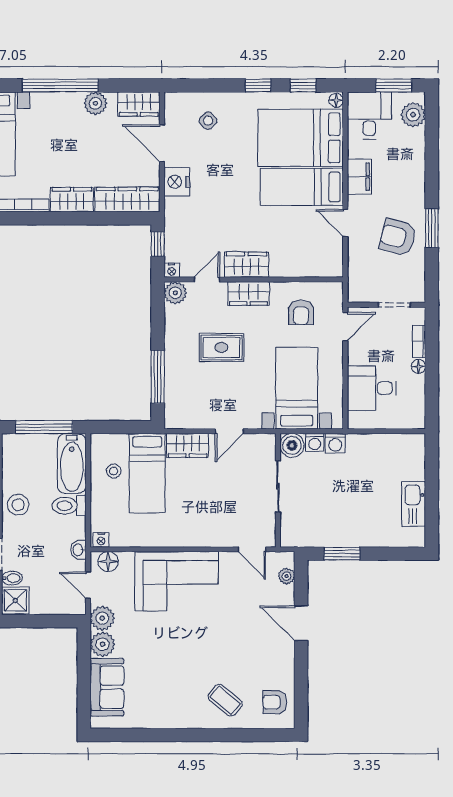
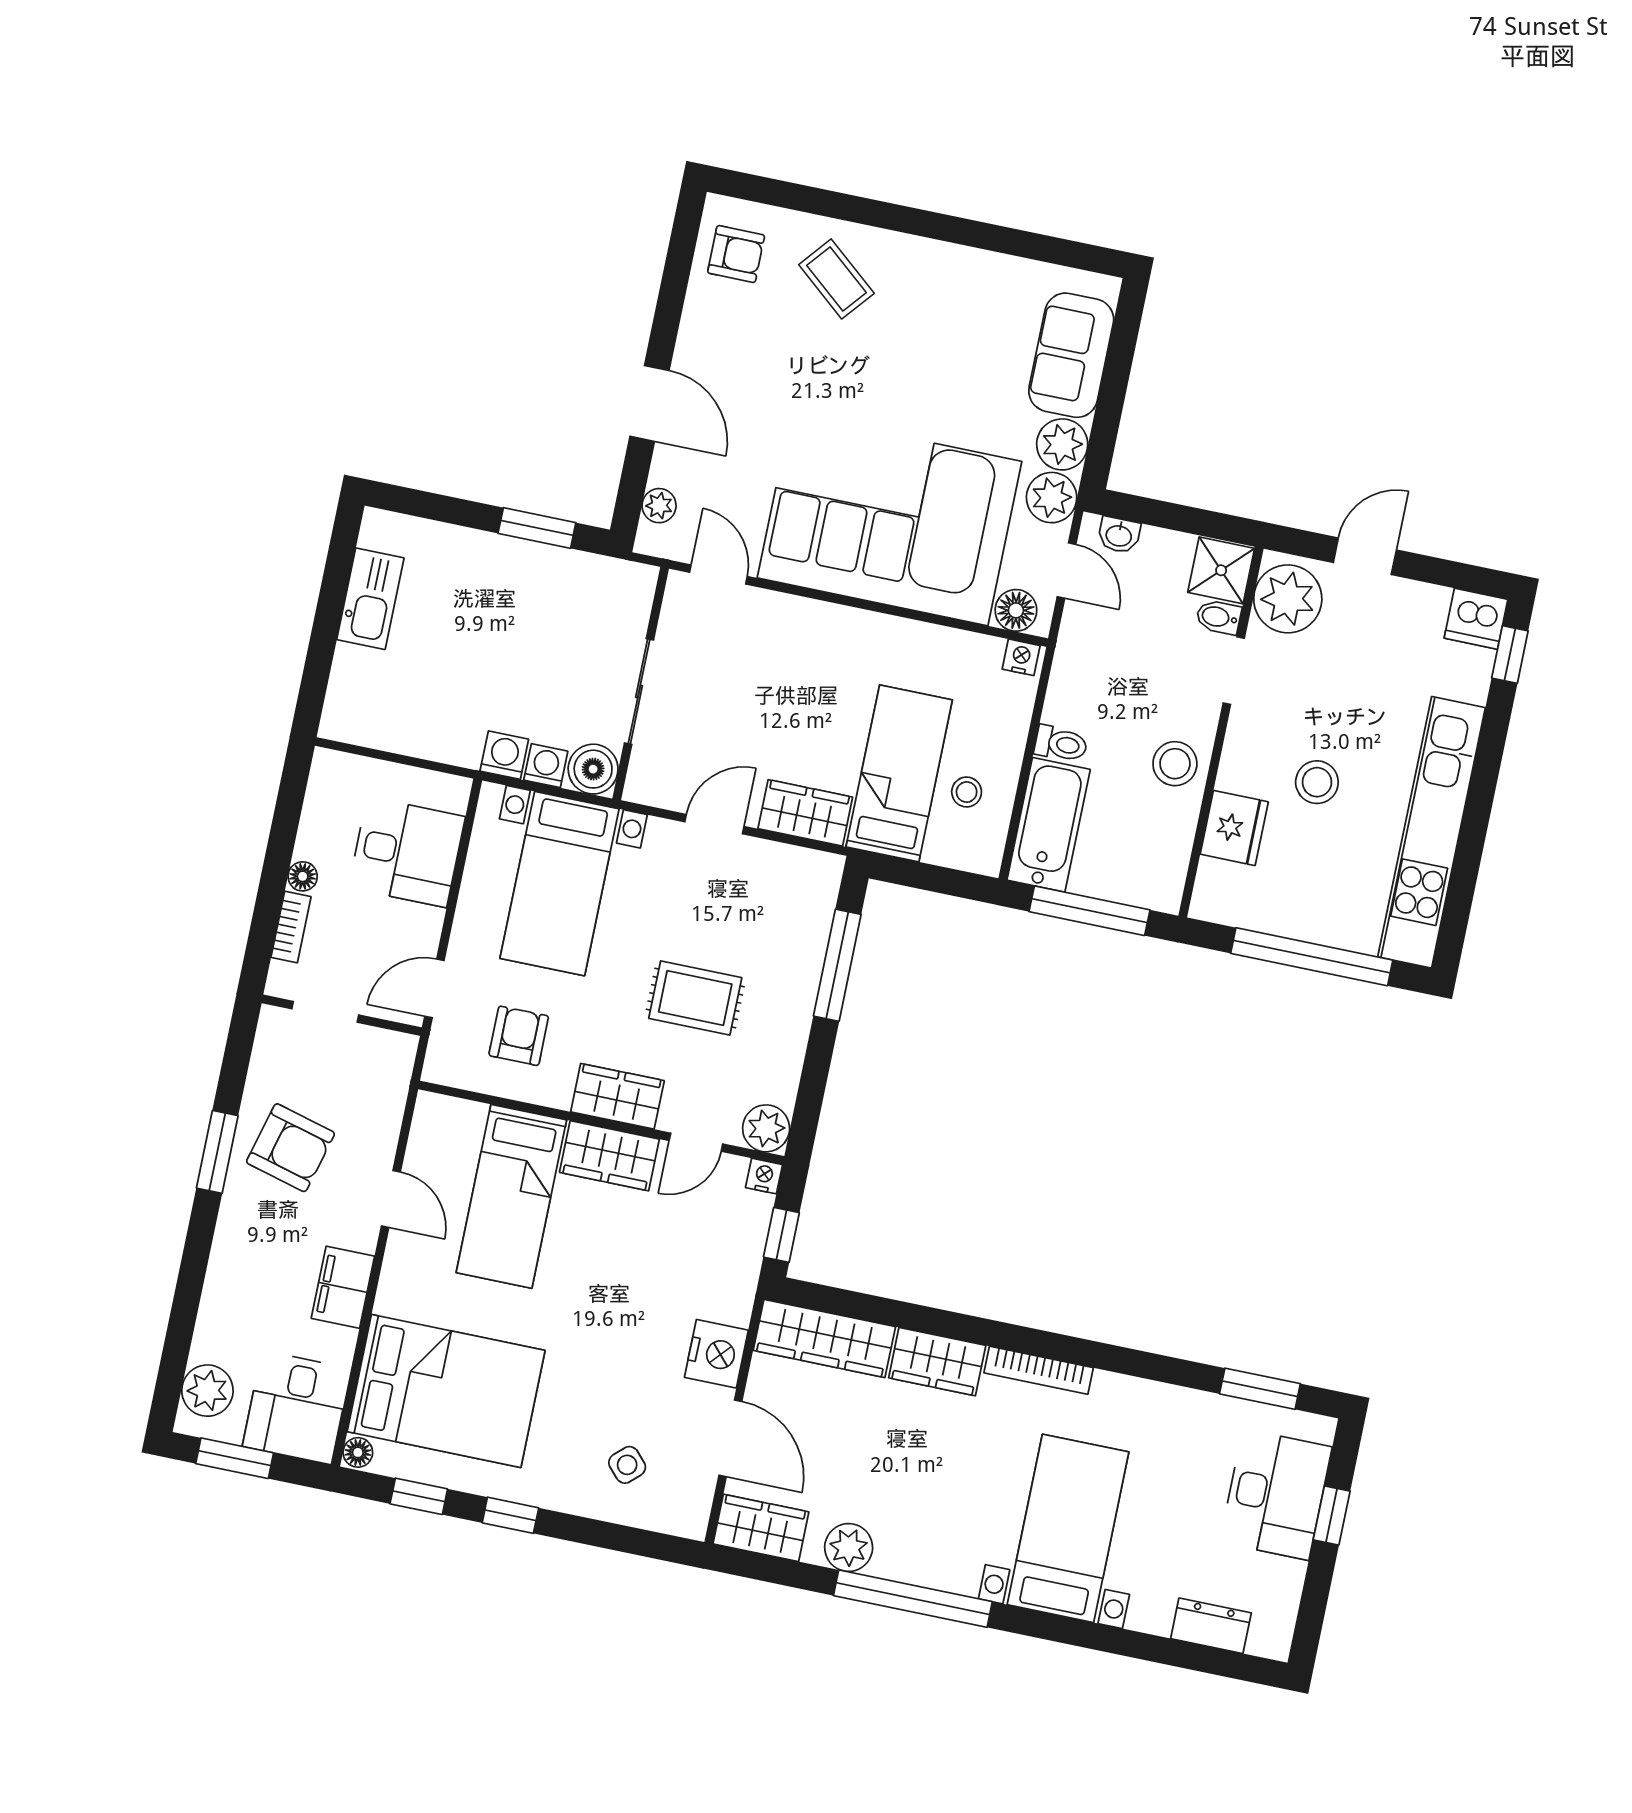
bed: (302, 187) -> (511, 1196), moved, turned 90
toilet: (69, 506) -> (1061, 744), width x0.73, depth x0.72
washbasin: (78, 550) -> (1119, 535), moved, turned 90
corner sofa: (177, 581) -> (890, 520), width x1.36, depth x1.36

